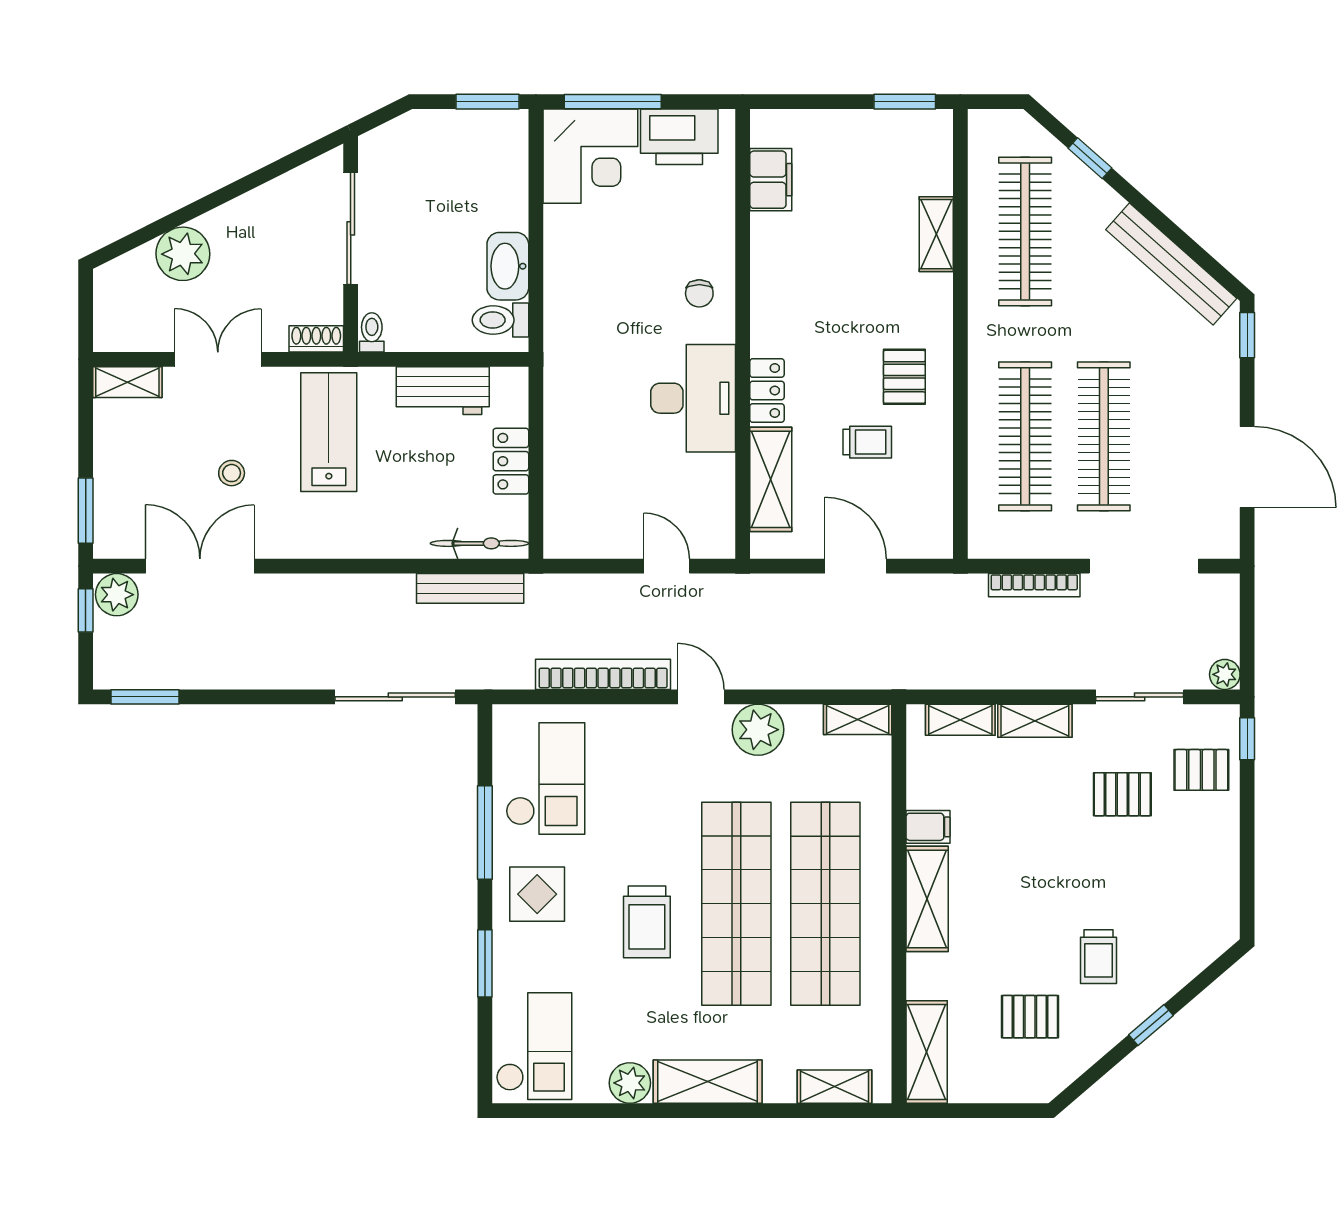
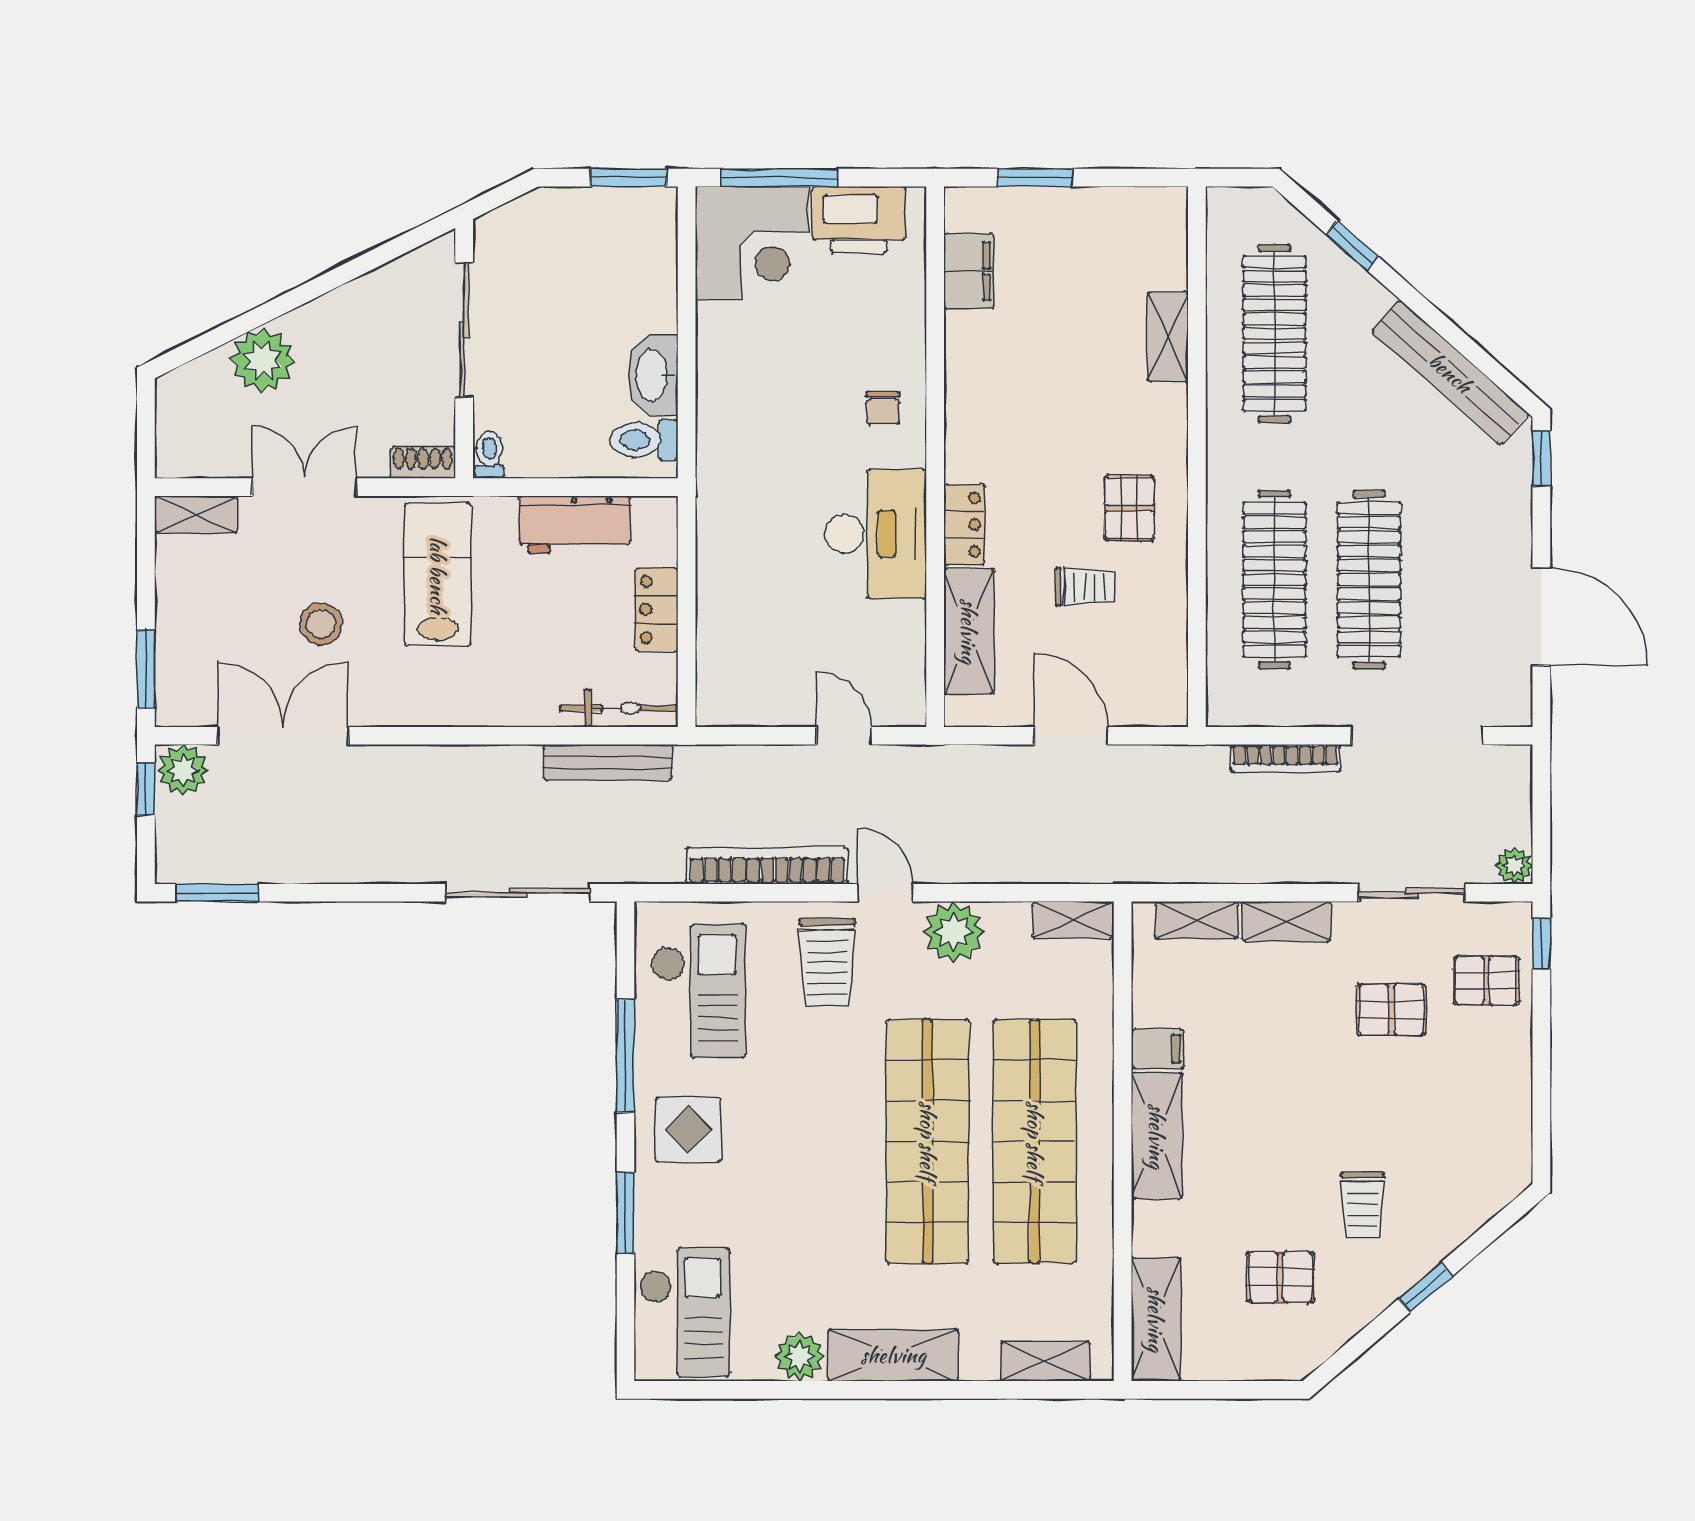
window: (905, 102) -> (1034, 178), moved
stool: (232, 473) -> (321, 624), width x1.37, depth x1.37
trolley: (647, 922) -> (827, 962), moved

